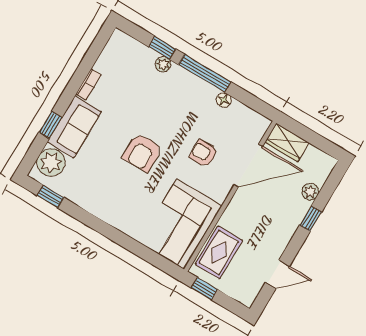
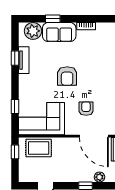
armchair: (142, 153) -> (67, 76), turned -90
window: (50, 196) -> (15, 58), moved
tv unit: (84, 200) -> (24, 60), added
window: (141, 251) -> (15, 107), added

